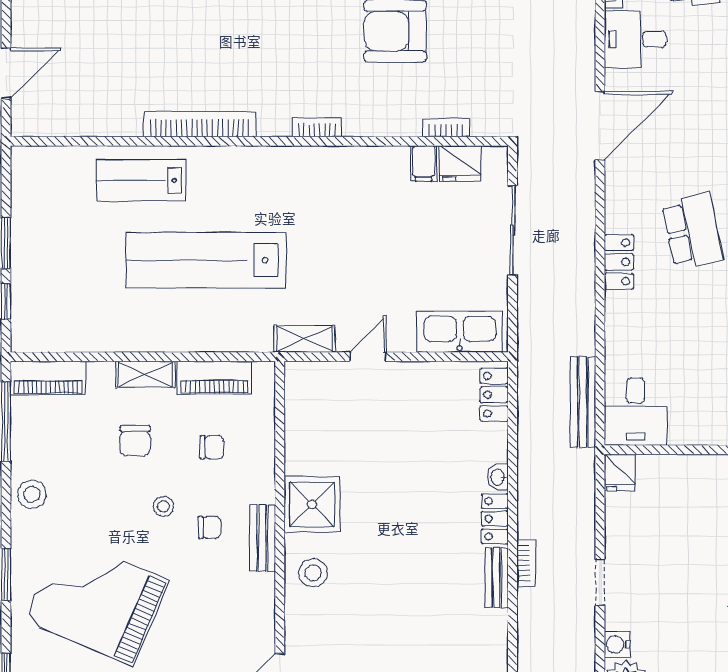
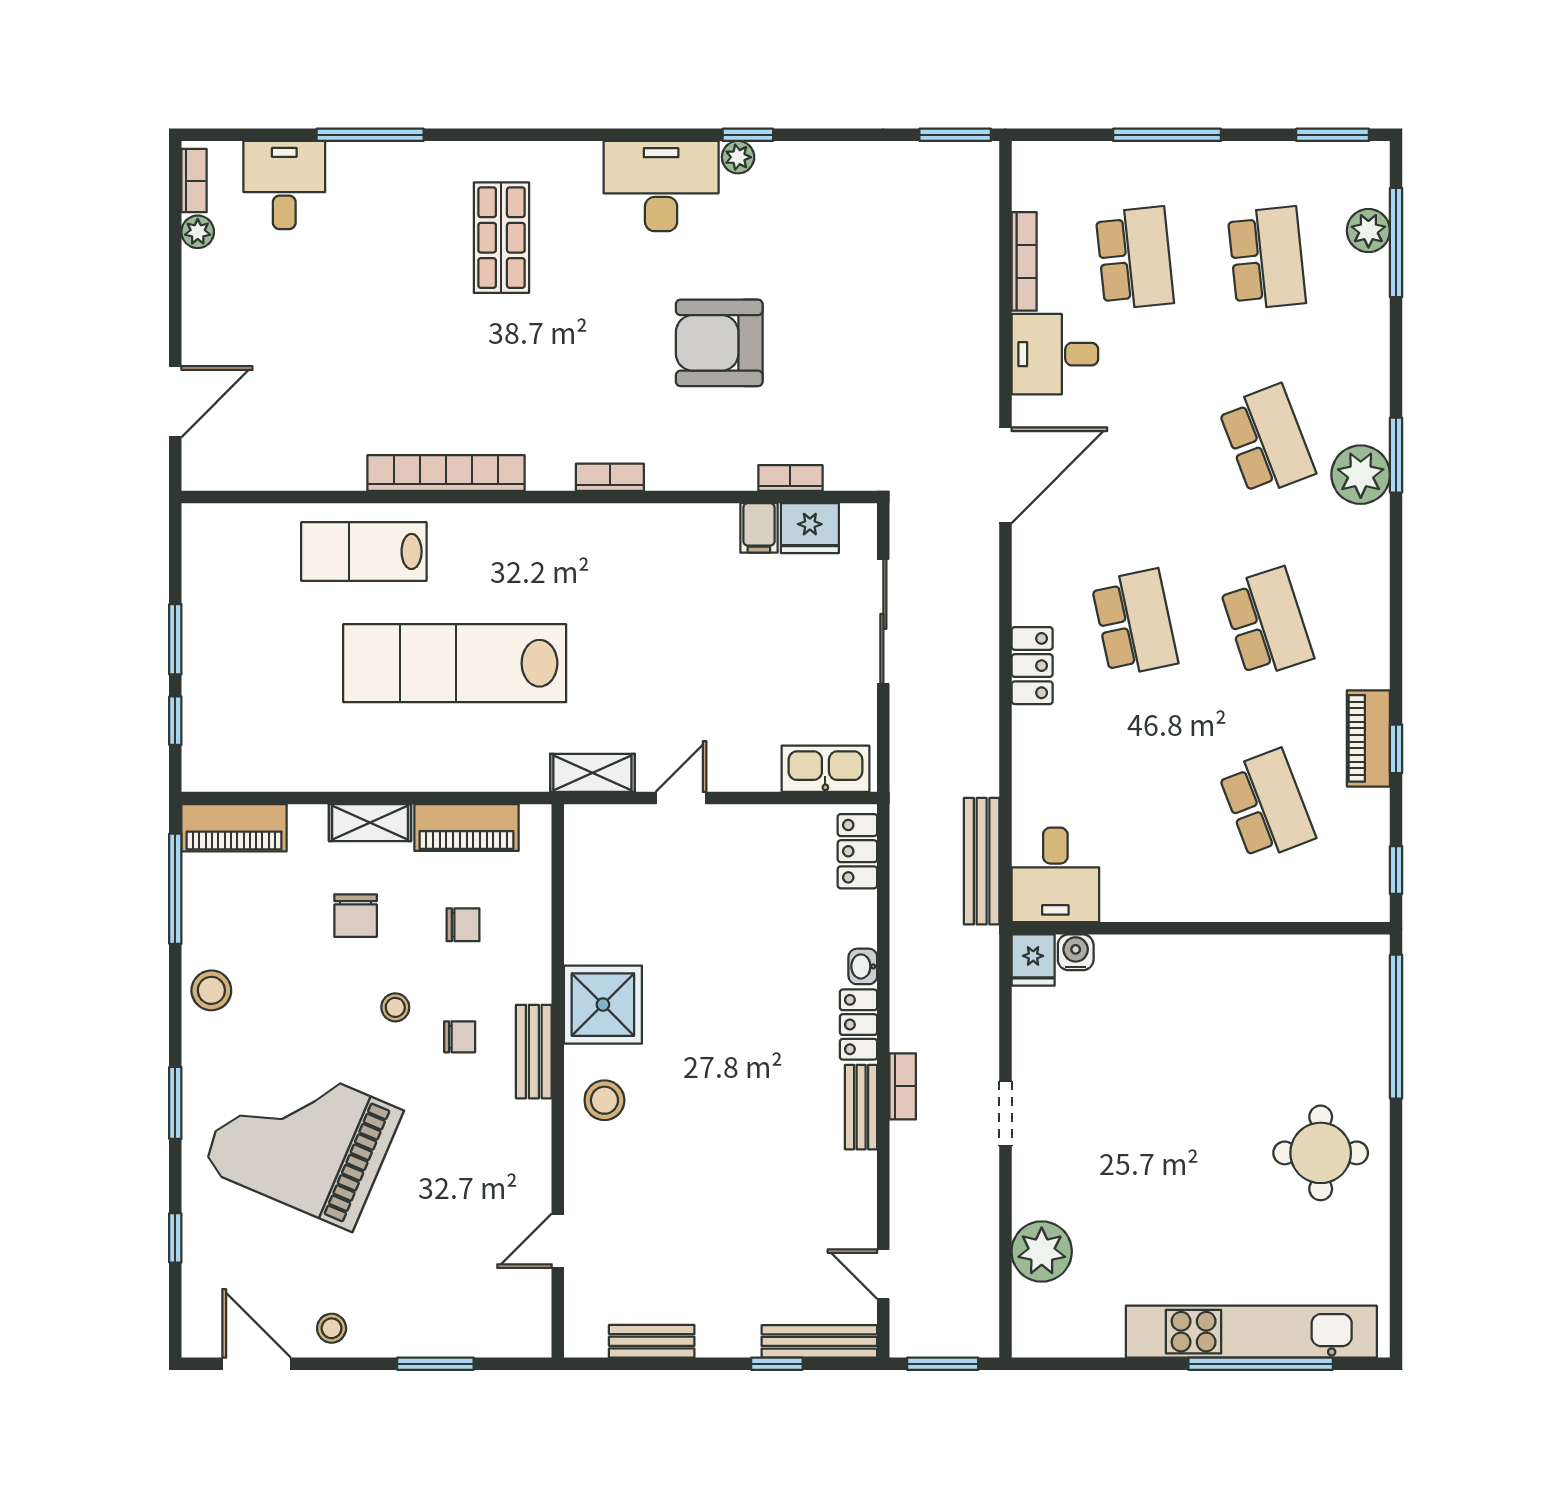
kitchen sink: (460, 332) -> (825, 769), width x0.73, depth x0.81
water cooler: (617, 644) -> (1076, 952), moved, turned 90

